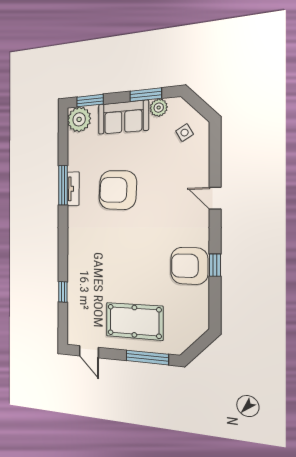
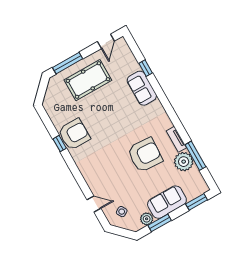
plant: (79, 119) -> (184, 162), moved
window: (63, 185) -> (195, 156), moved
door: (215, 198) -> (94, 204), moved
sofa: (79, 272) -> (142, 88), added
door: (89, 352) -> (106, 41), swing flipped

